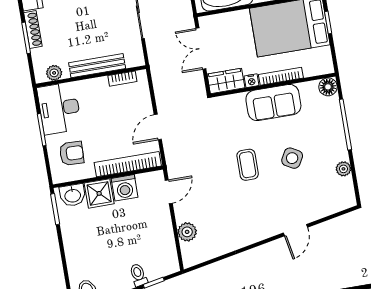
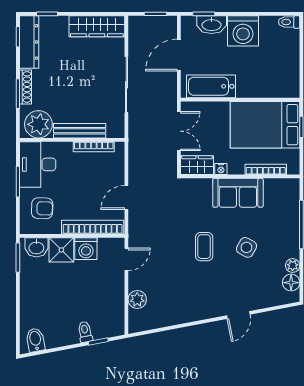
double door: (201, 49) -> (179, 131), swing flipped
plant: (54, 73) -> (38, 124), width x1.87, depth x1.87
bookcase: (281, 76) -> (266, 169), moved
bookcase: (122, 79) -> (94, 147), width x1.56
floor lamp: (328, 87) -> (291, 283), moved

